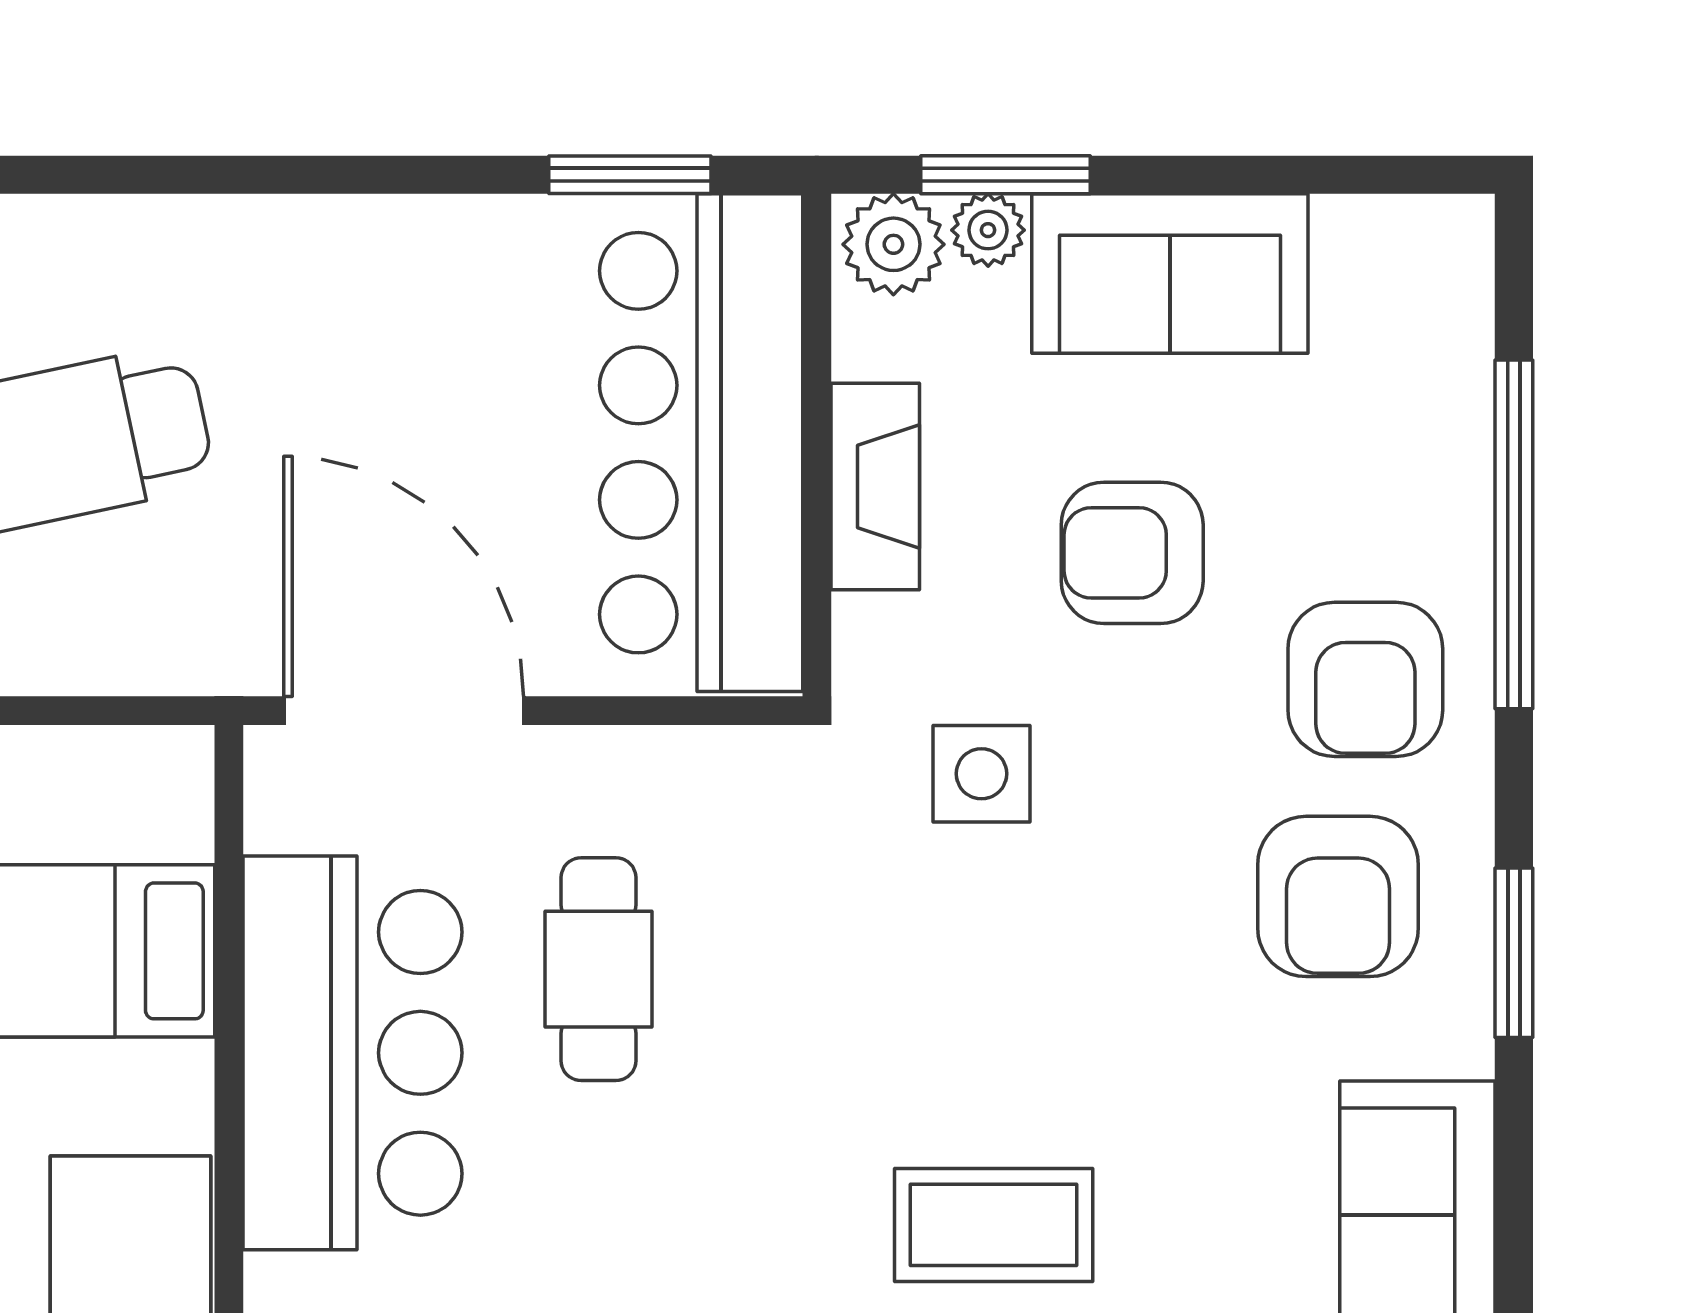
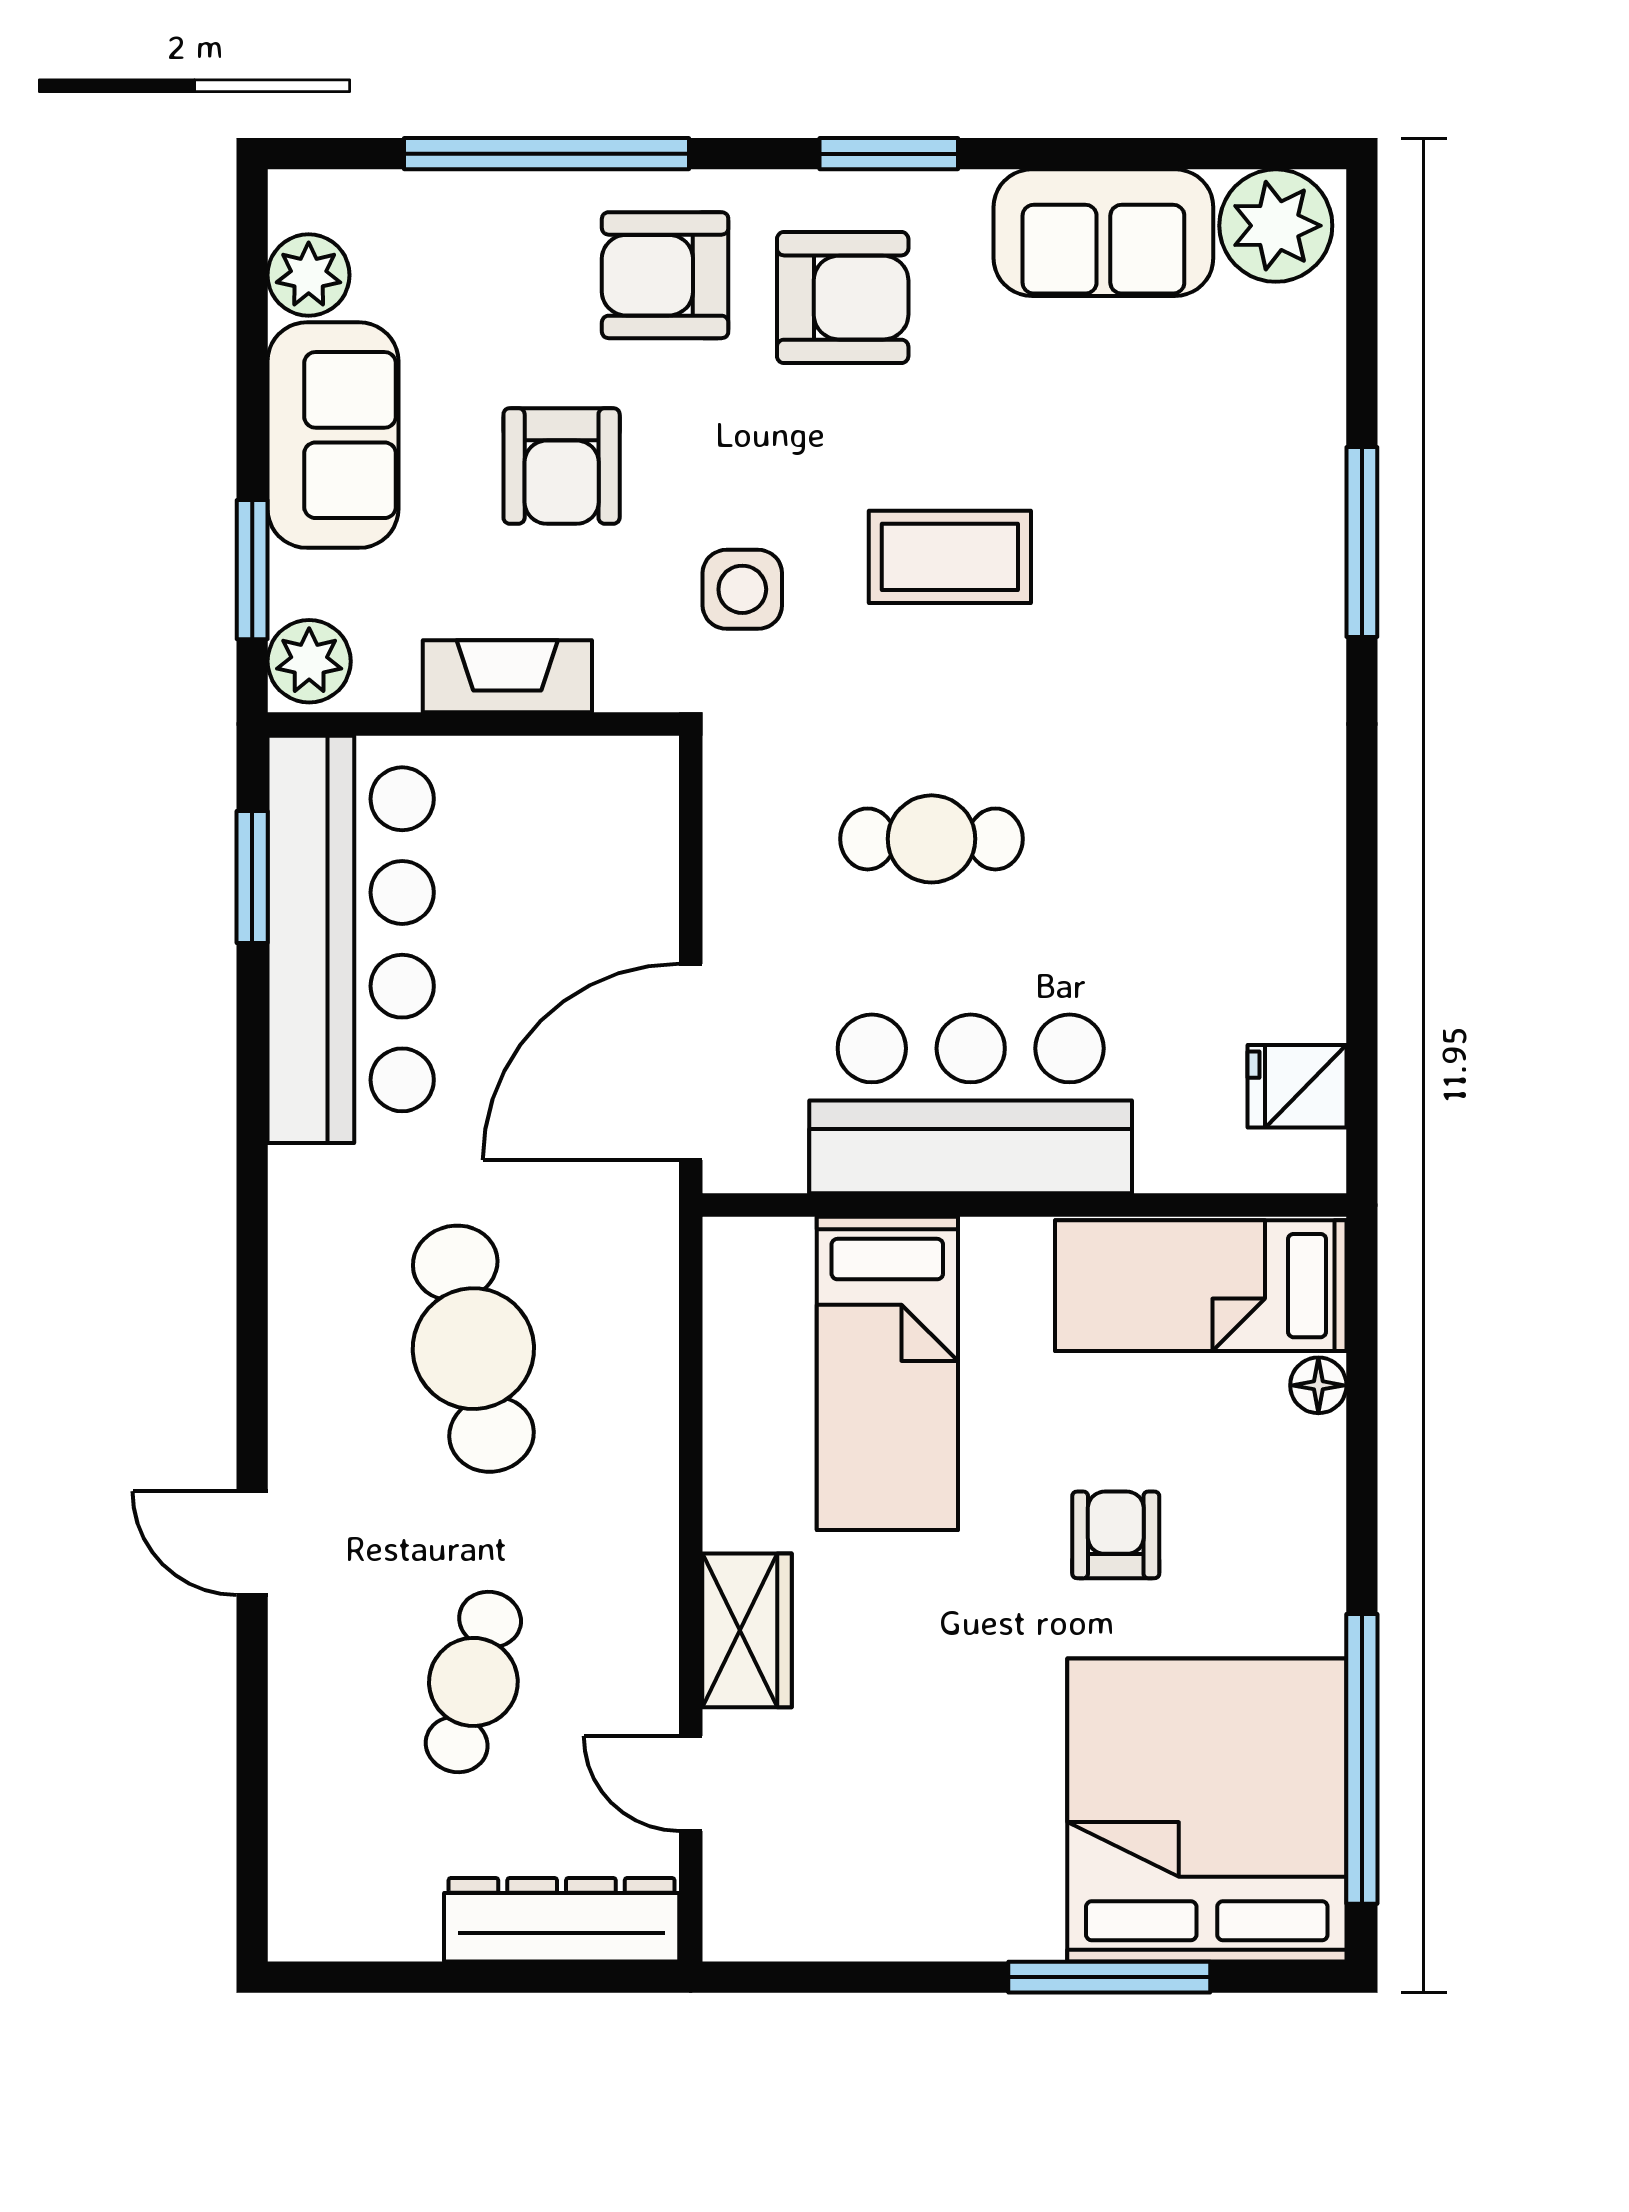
plant: (988, 230) -> (309, 275), moved, width x1.38, depth x1.38
bar counter: (701, 443) -> (351, 939), moved, turned -90
armchair: (1365, 679) -> (665, 275), turned 180
cafe table: (598, 969) -> (932, 839), moved
coffee table: (994, 1225) -> (950, 557), moved, turned 90

